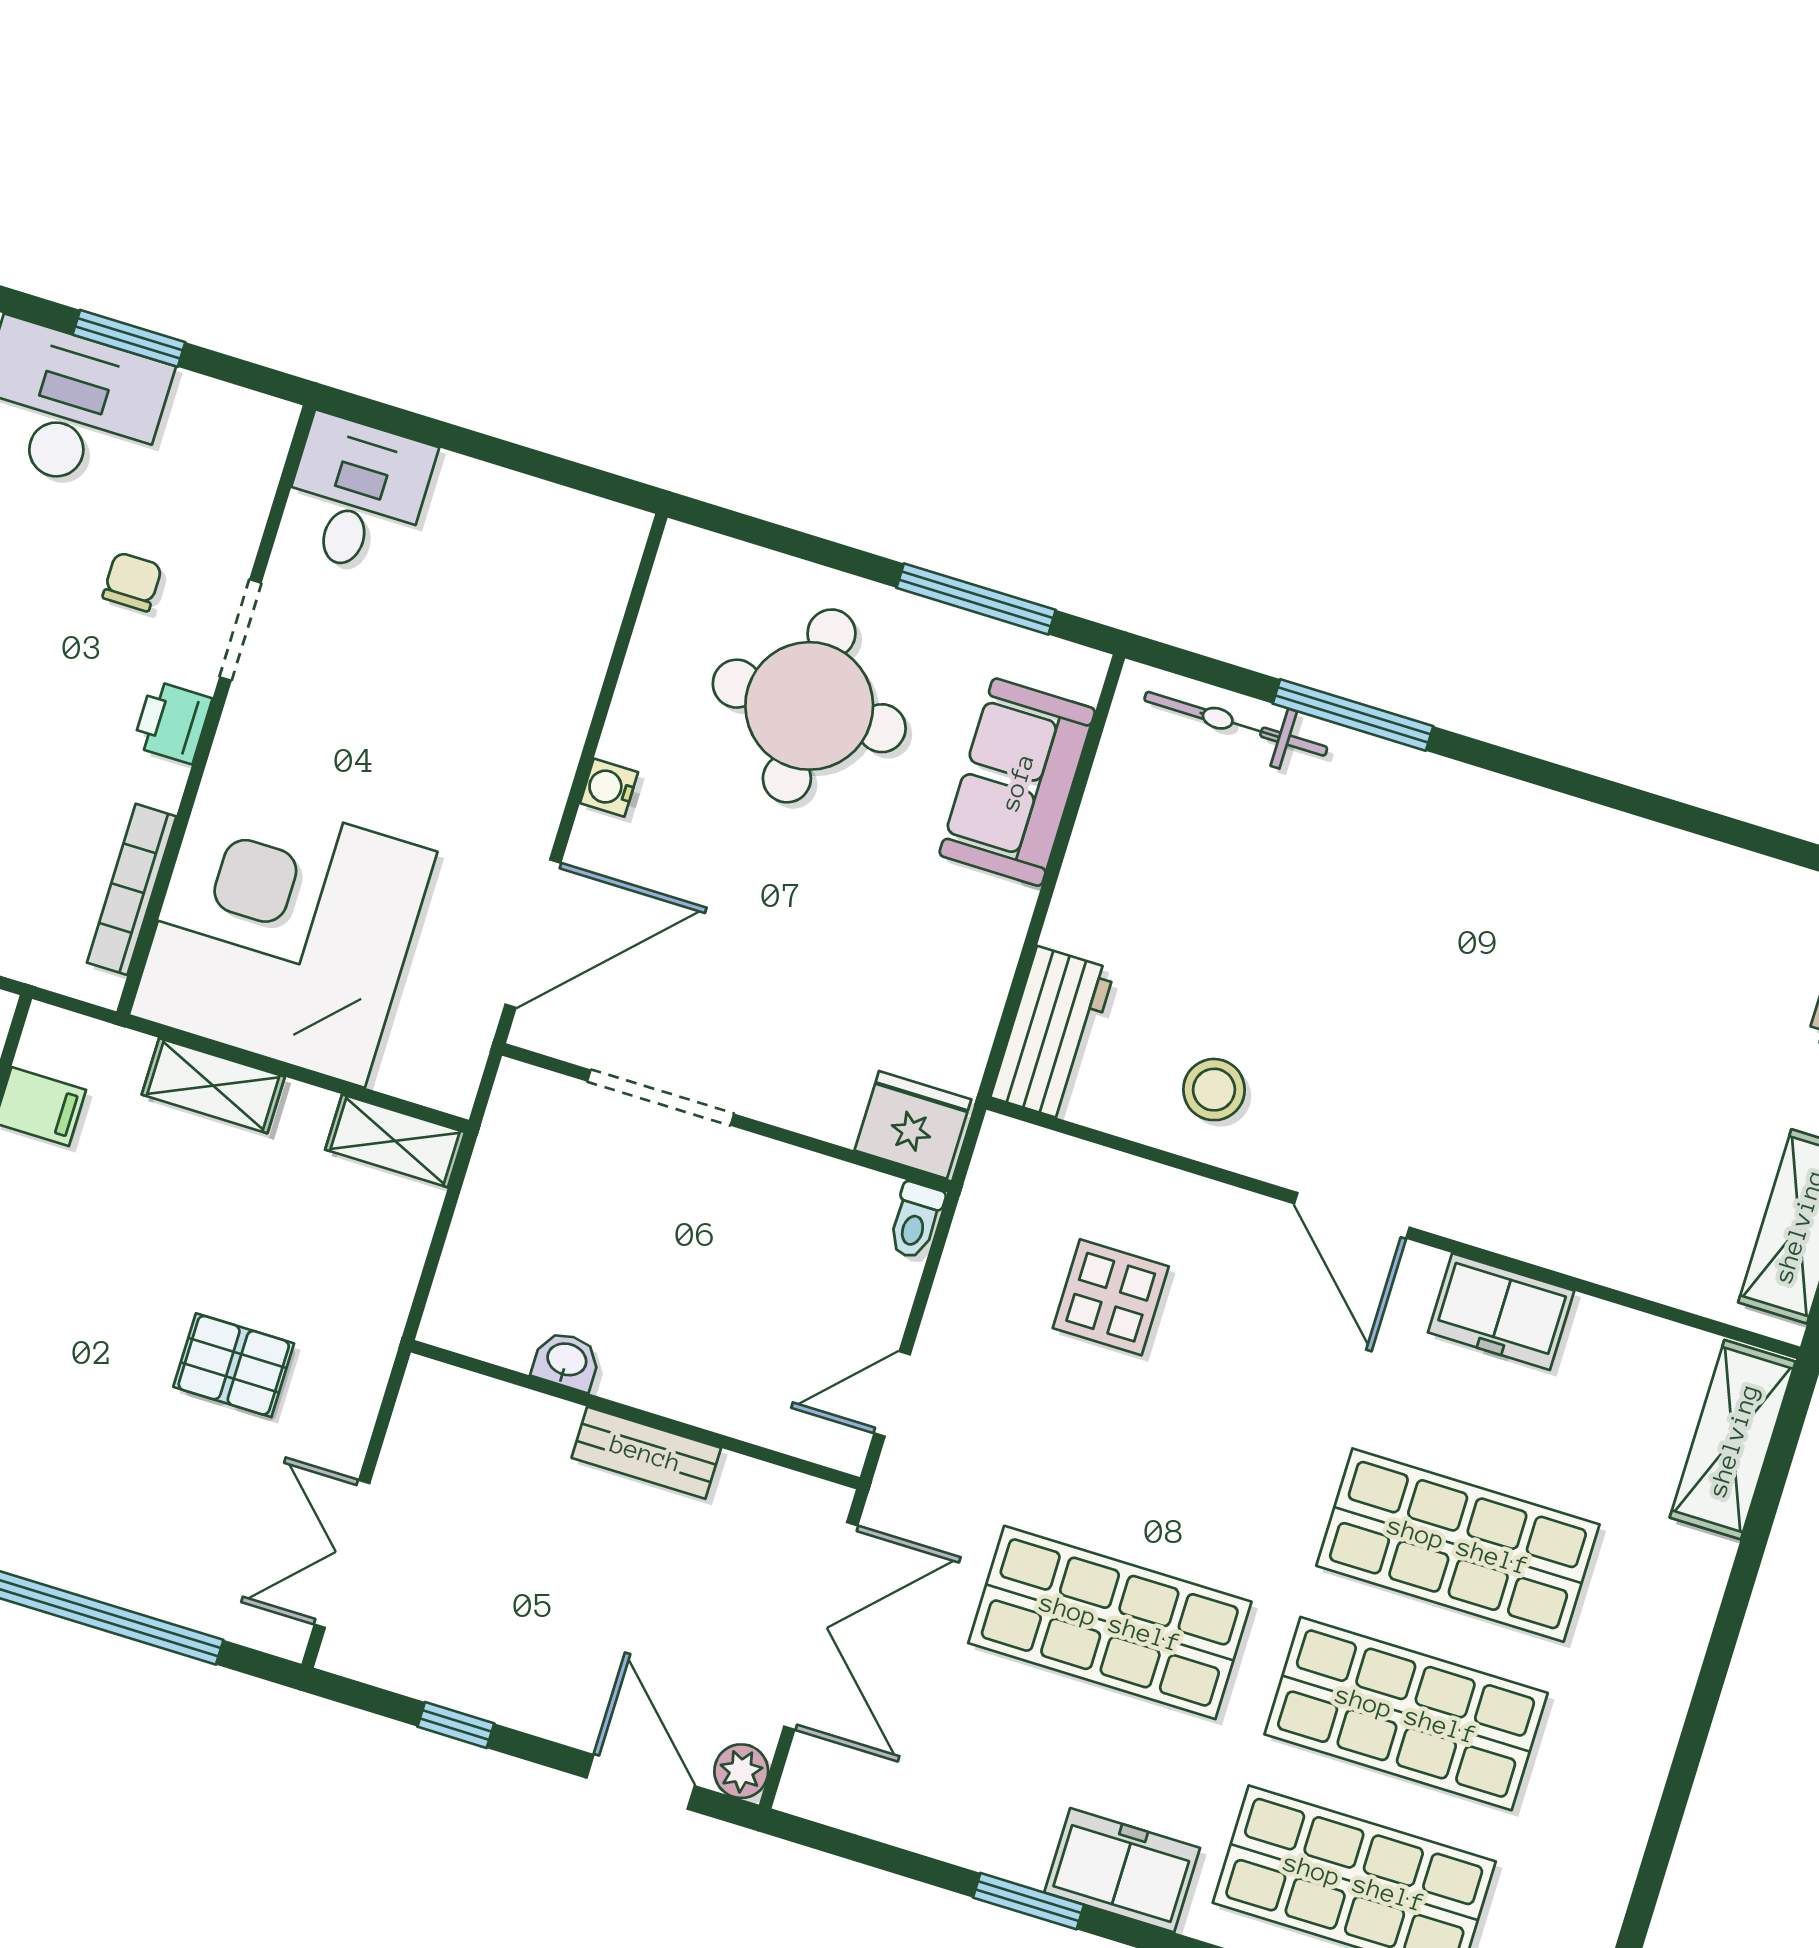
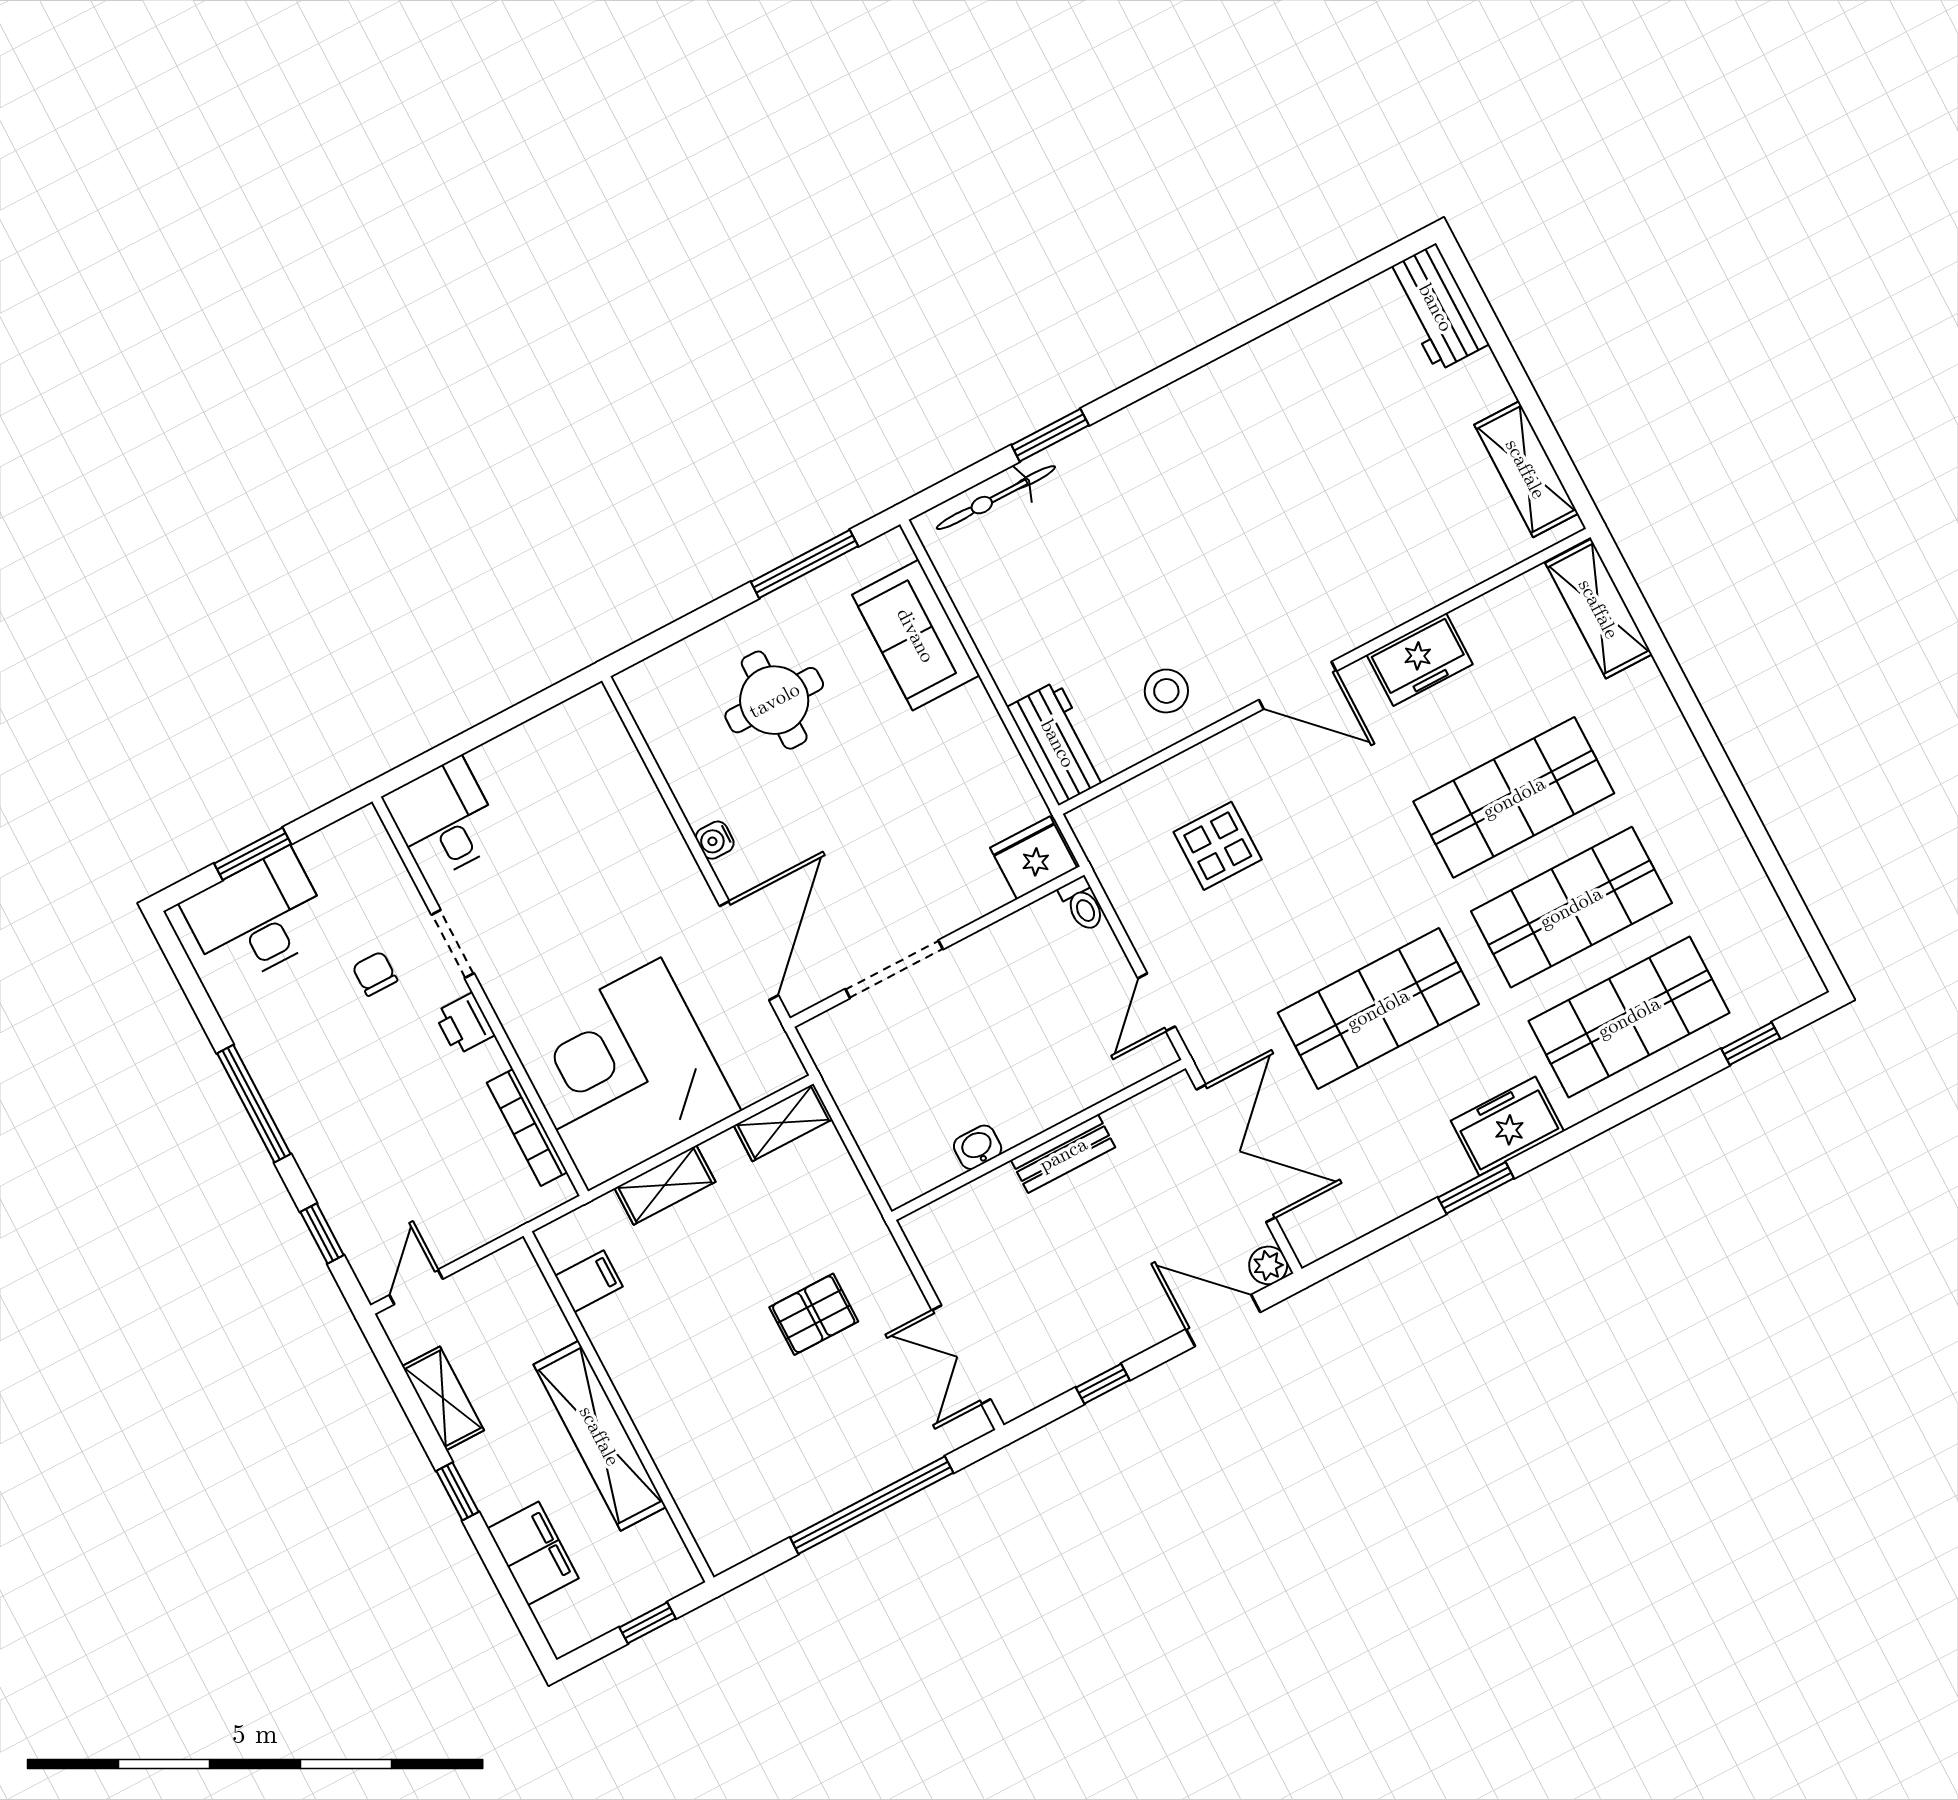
round table: (809, 706) -> (774, 700), width x0.73, depth x0.73
window: (1353, 715) -> (1050, 435), width x0.69

